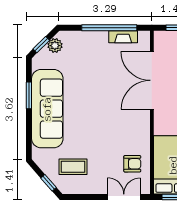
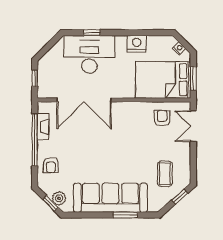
armchair: (82, 45) -> (51, 165), added
plant: (55, 46) -> (59, 198), moved
window: (29, 95) -> (125, 215), moved

